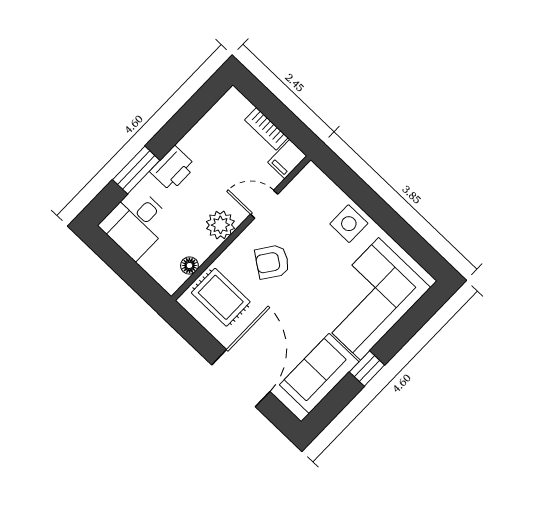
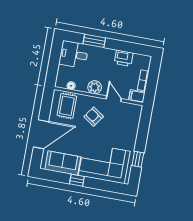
printer: (173, 169) -> (124, 58), moved
side table: (349, 224) -> (128, 136), removed
window: (402, 233) -> (138, 159), added

